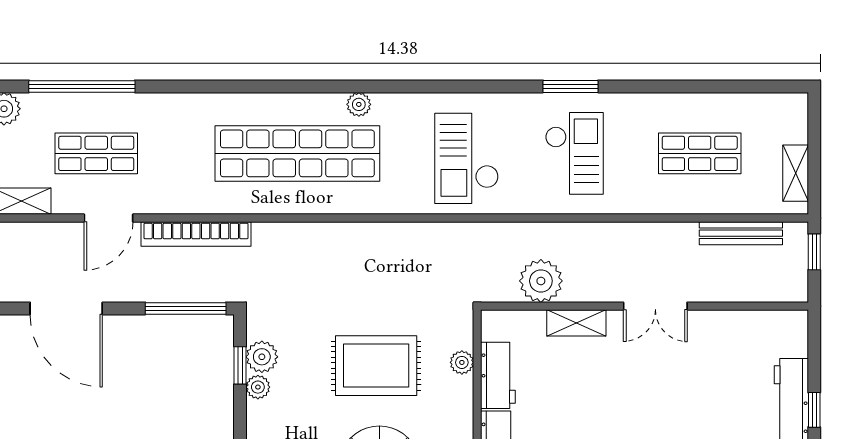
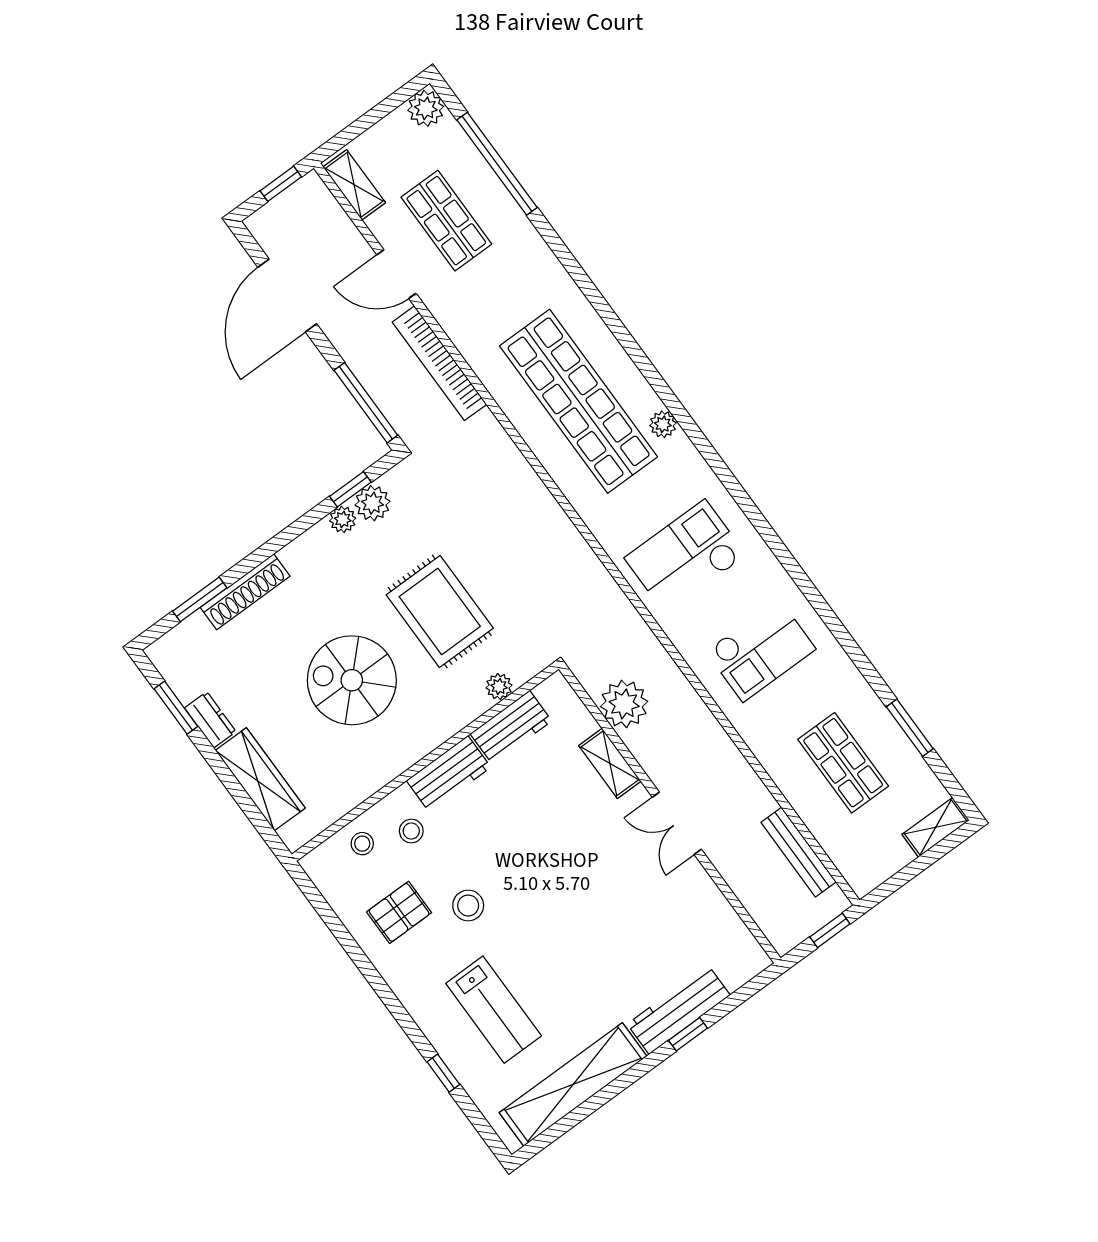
window: (571, 86) -> (910, 728), moved
shelving: (796, 173) -> (936, 827), moved

